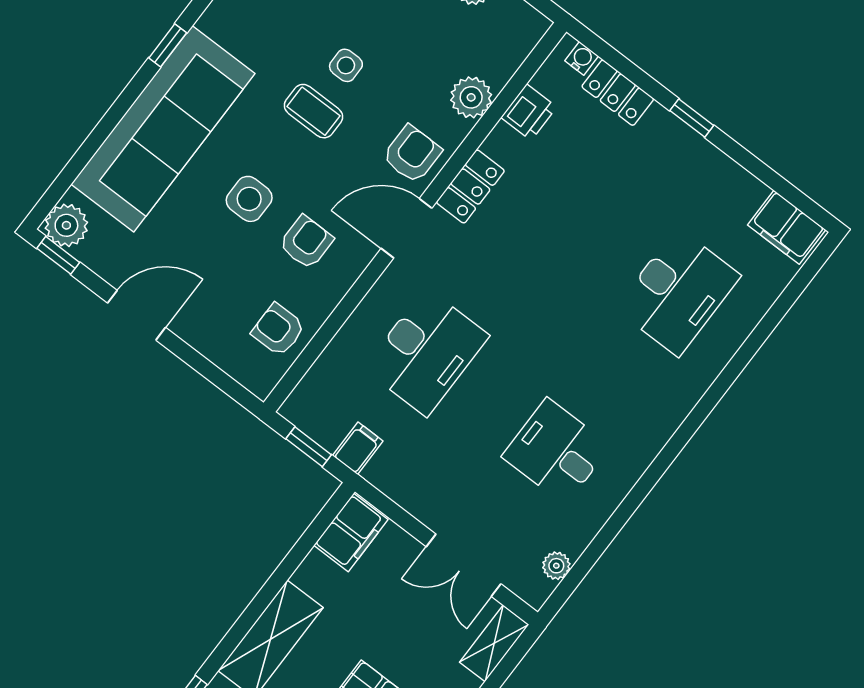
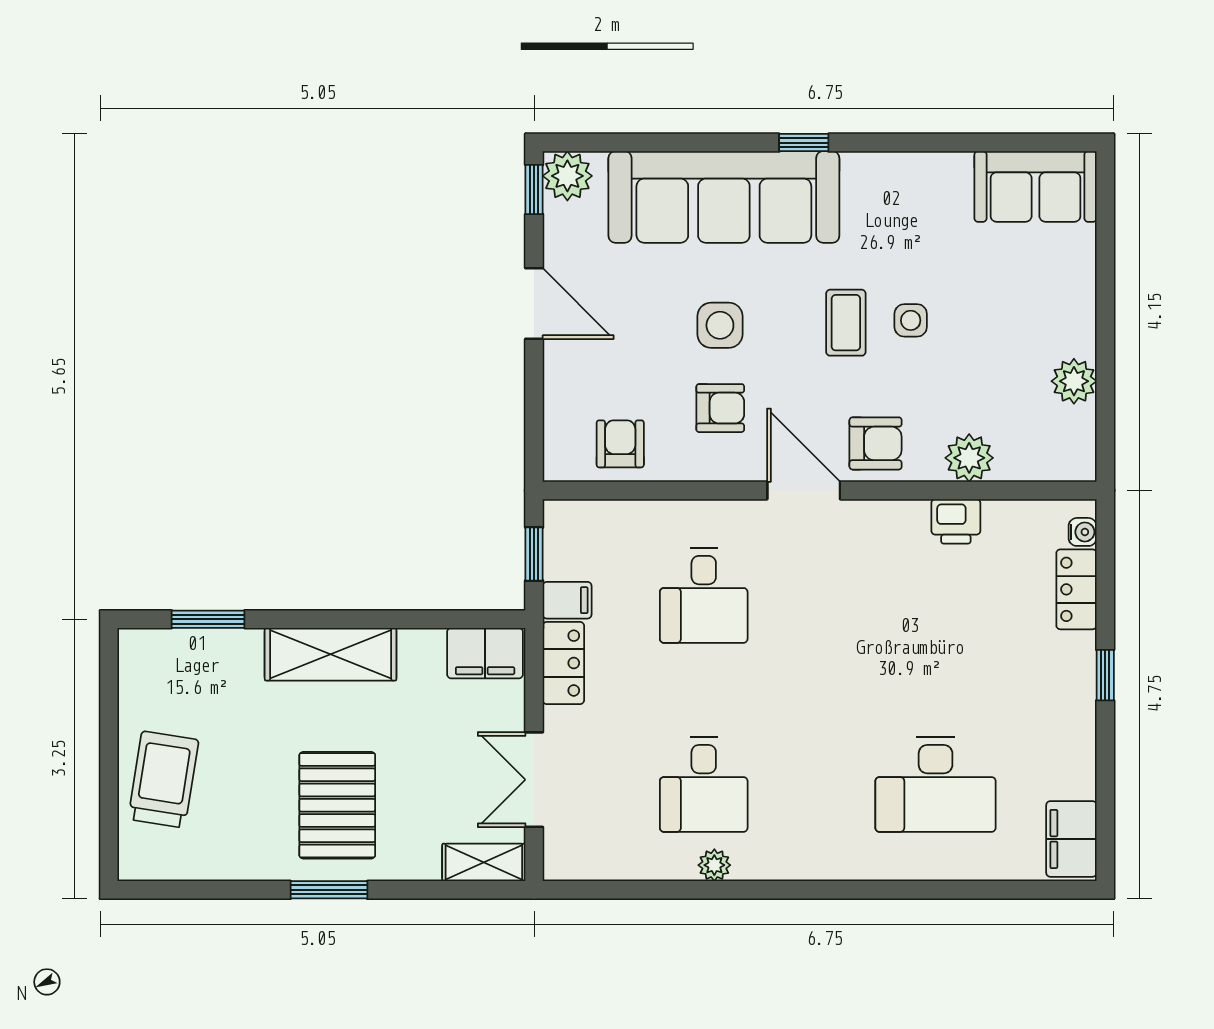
printer: (529, 112) -> (956, 521), moved
locker: (470, 186) -> (563, 663), moved, turned -90
desk: (426, 352) -> (704, 596), width x0.73
desk: (556, 451) -> (704, 785), turned 180
plant: (556, 566) -> (714, 865), moved

